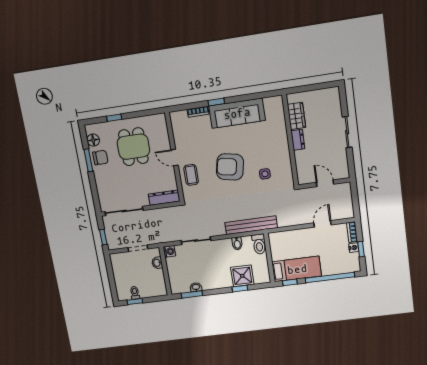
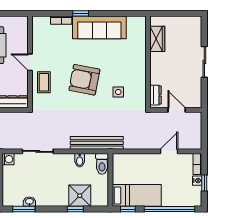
dresser: (298, 140) -> (155, 95), moved

